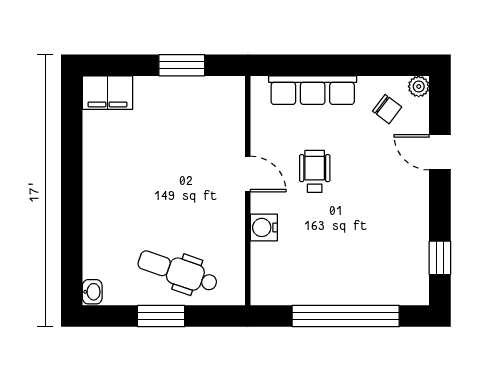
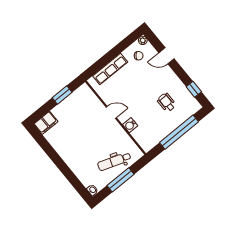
wheelchair: (315, 171) -> (167, 102), moved
window: (161, 316) -> (120, 180), width x1.44

